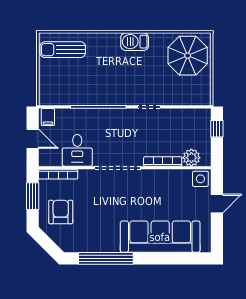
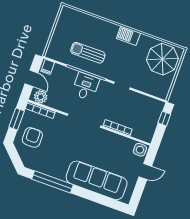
sun lounger: (63, 50) -> (88, 53), moved
desk: (77, 150) -> (86, 86), moved, turned 180
plant: (191, 158) -> (41, 97), moved

